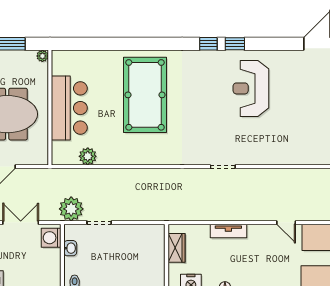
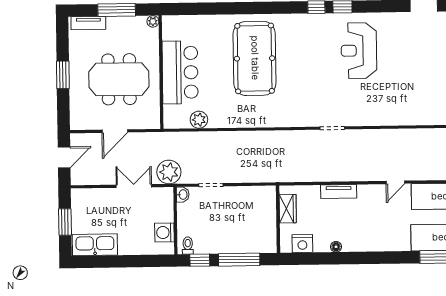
plant: (71, 209) -> (169, 172), moved
door: (286, 223) -> (395, 182), hinge flipped
washing machine: (51, 238) -> (164, 232), moved
washbasin: (70, 248) -> (183, 195), moved

